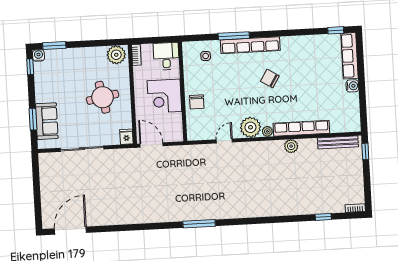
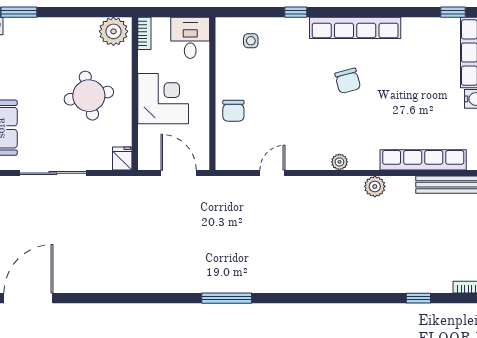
window: (234, 36) -> (296, 12), width x0.46
row of seats: (250, 45) -> (355, 28), moved
chair: (270, 79) -> (348, 81), turned -137
corner desk: (164, 96) -> (163, 99), moved, turned 180
plant: (250, 127) -> (314, 154), removed
row of seats: (301, 128) -> (423, 160), moved
door: (151, 145) -> (179, 173), moved

